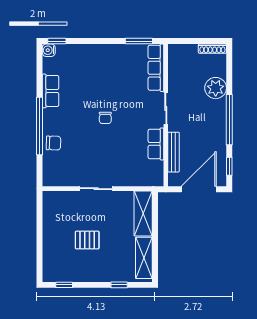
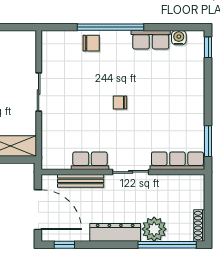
water cooler: (49, 50) -> (179, 38), moved
window: (229, 120) -> (167, 245), moved
dresser: (218, 122) -> (115, 232), added
chair: (53, 143) -> (91, 43), turned -92

